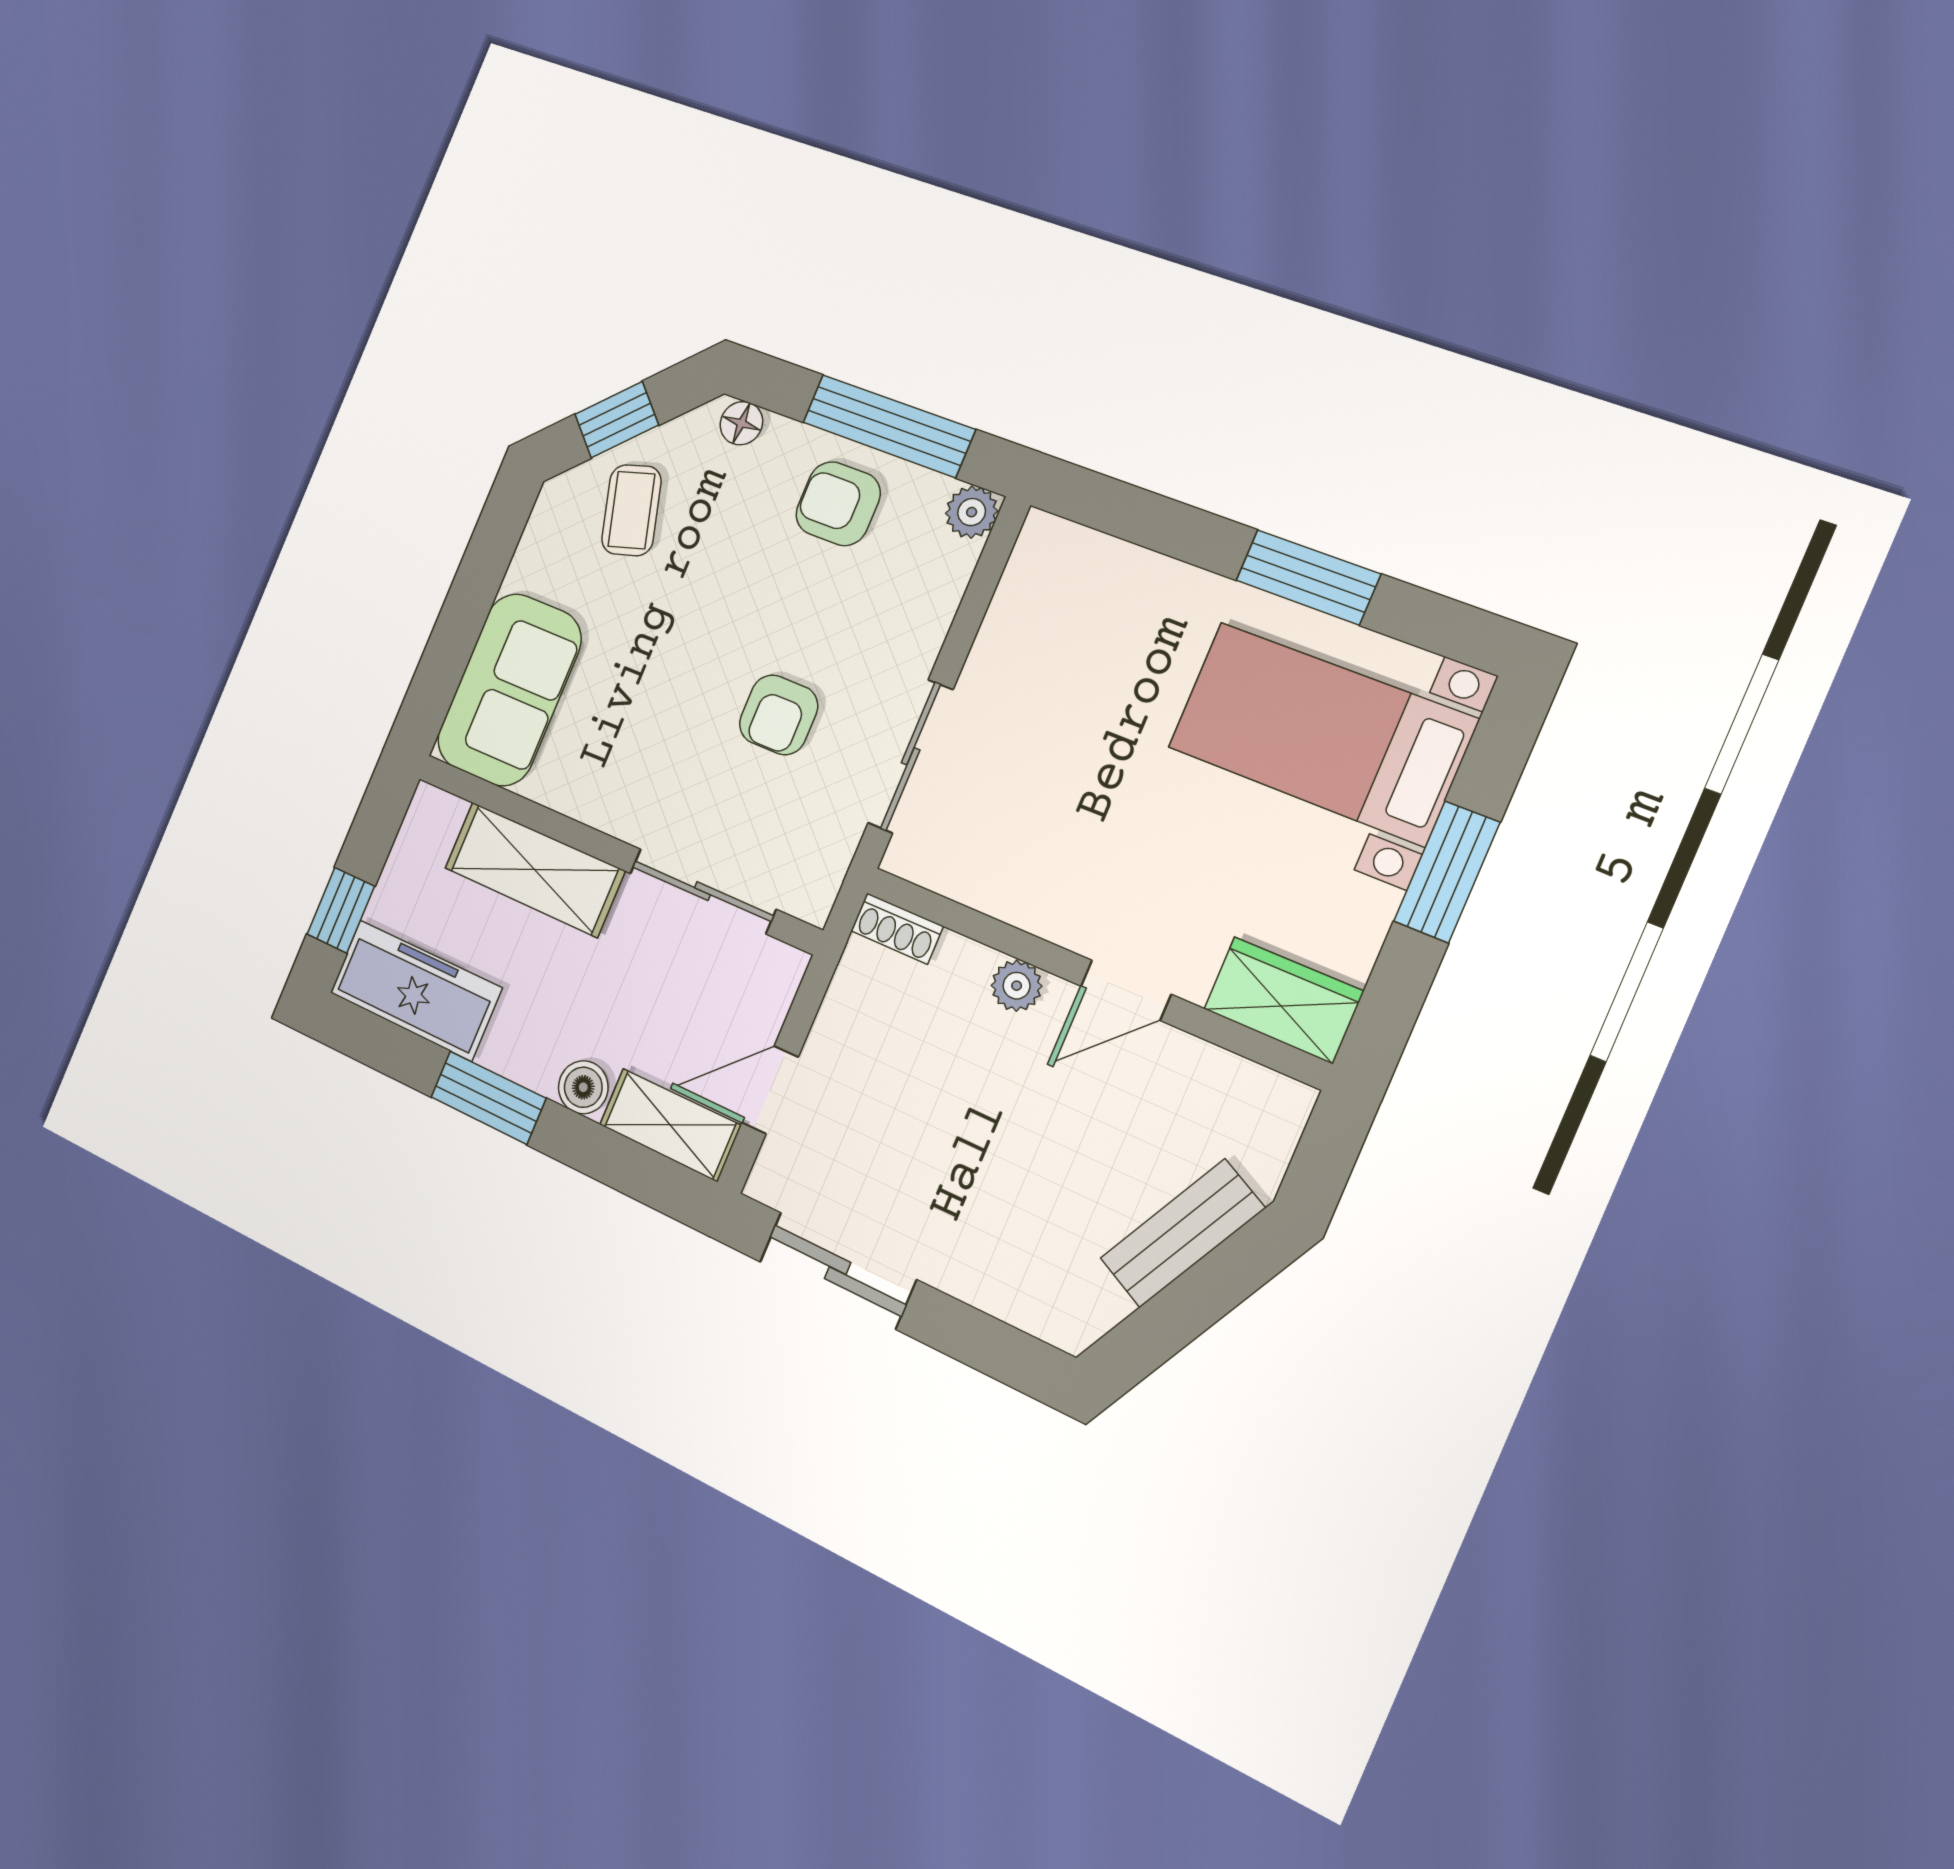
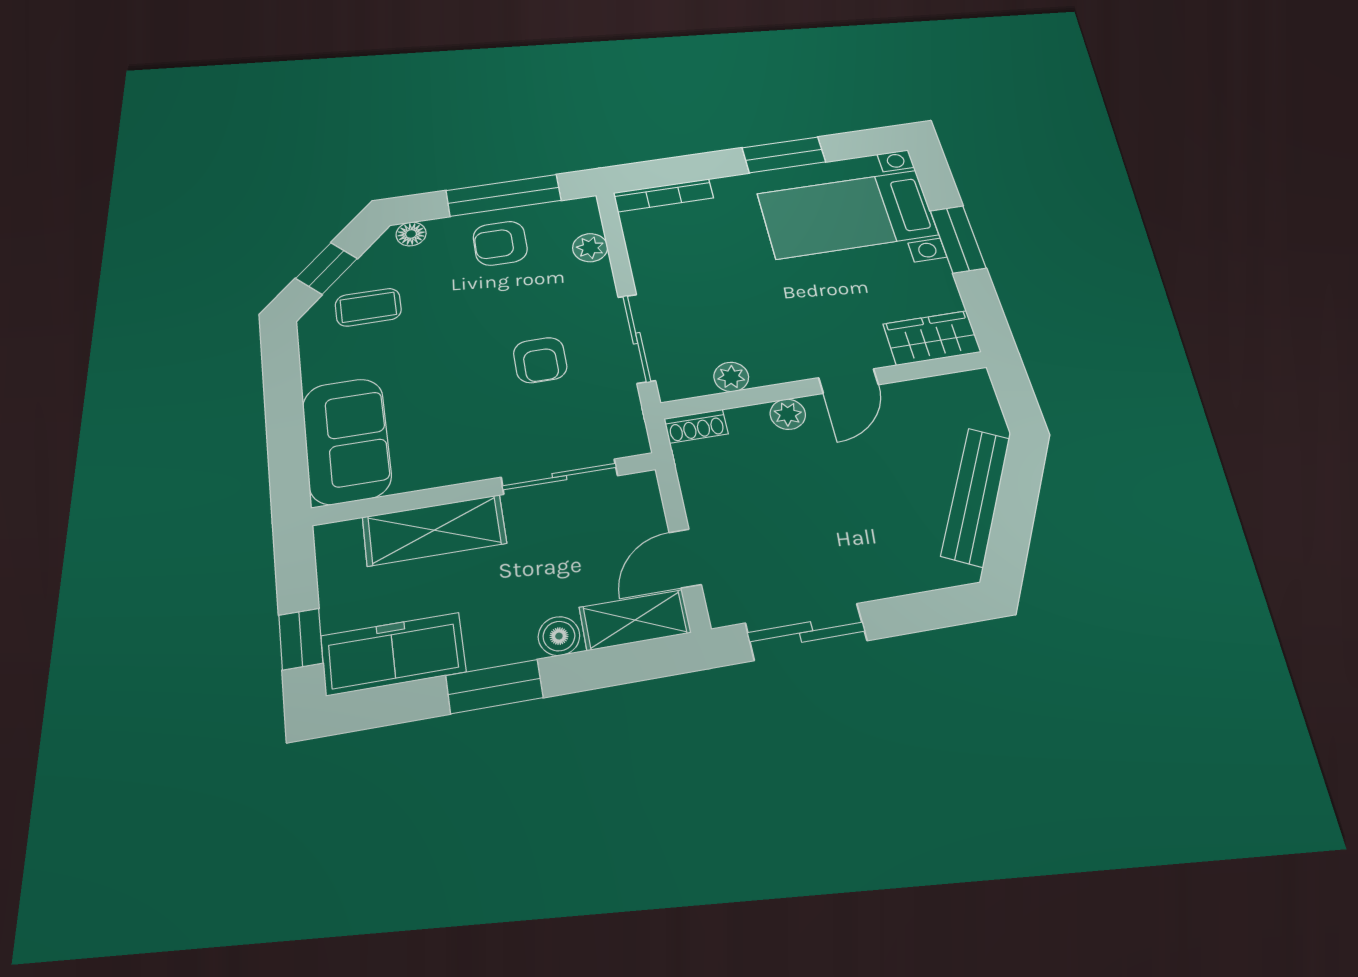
coffee table: (631, 510) -> (368, 307), turned -74
plant: (972, 512) -> (590, 248), moved
bookcase: (1093, 549) -> (663, 195), added
plant: (986, 888) -> (731, 377), added
bench: (1182, 1233) -> (976, 496), width x1.36

